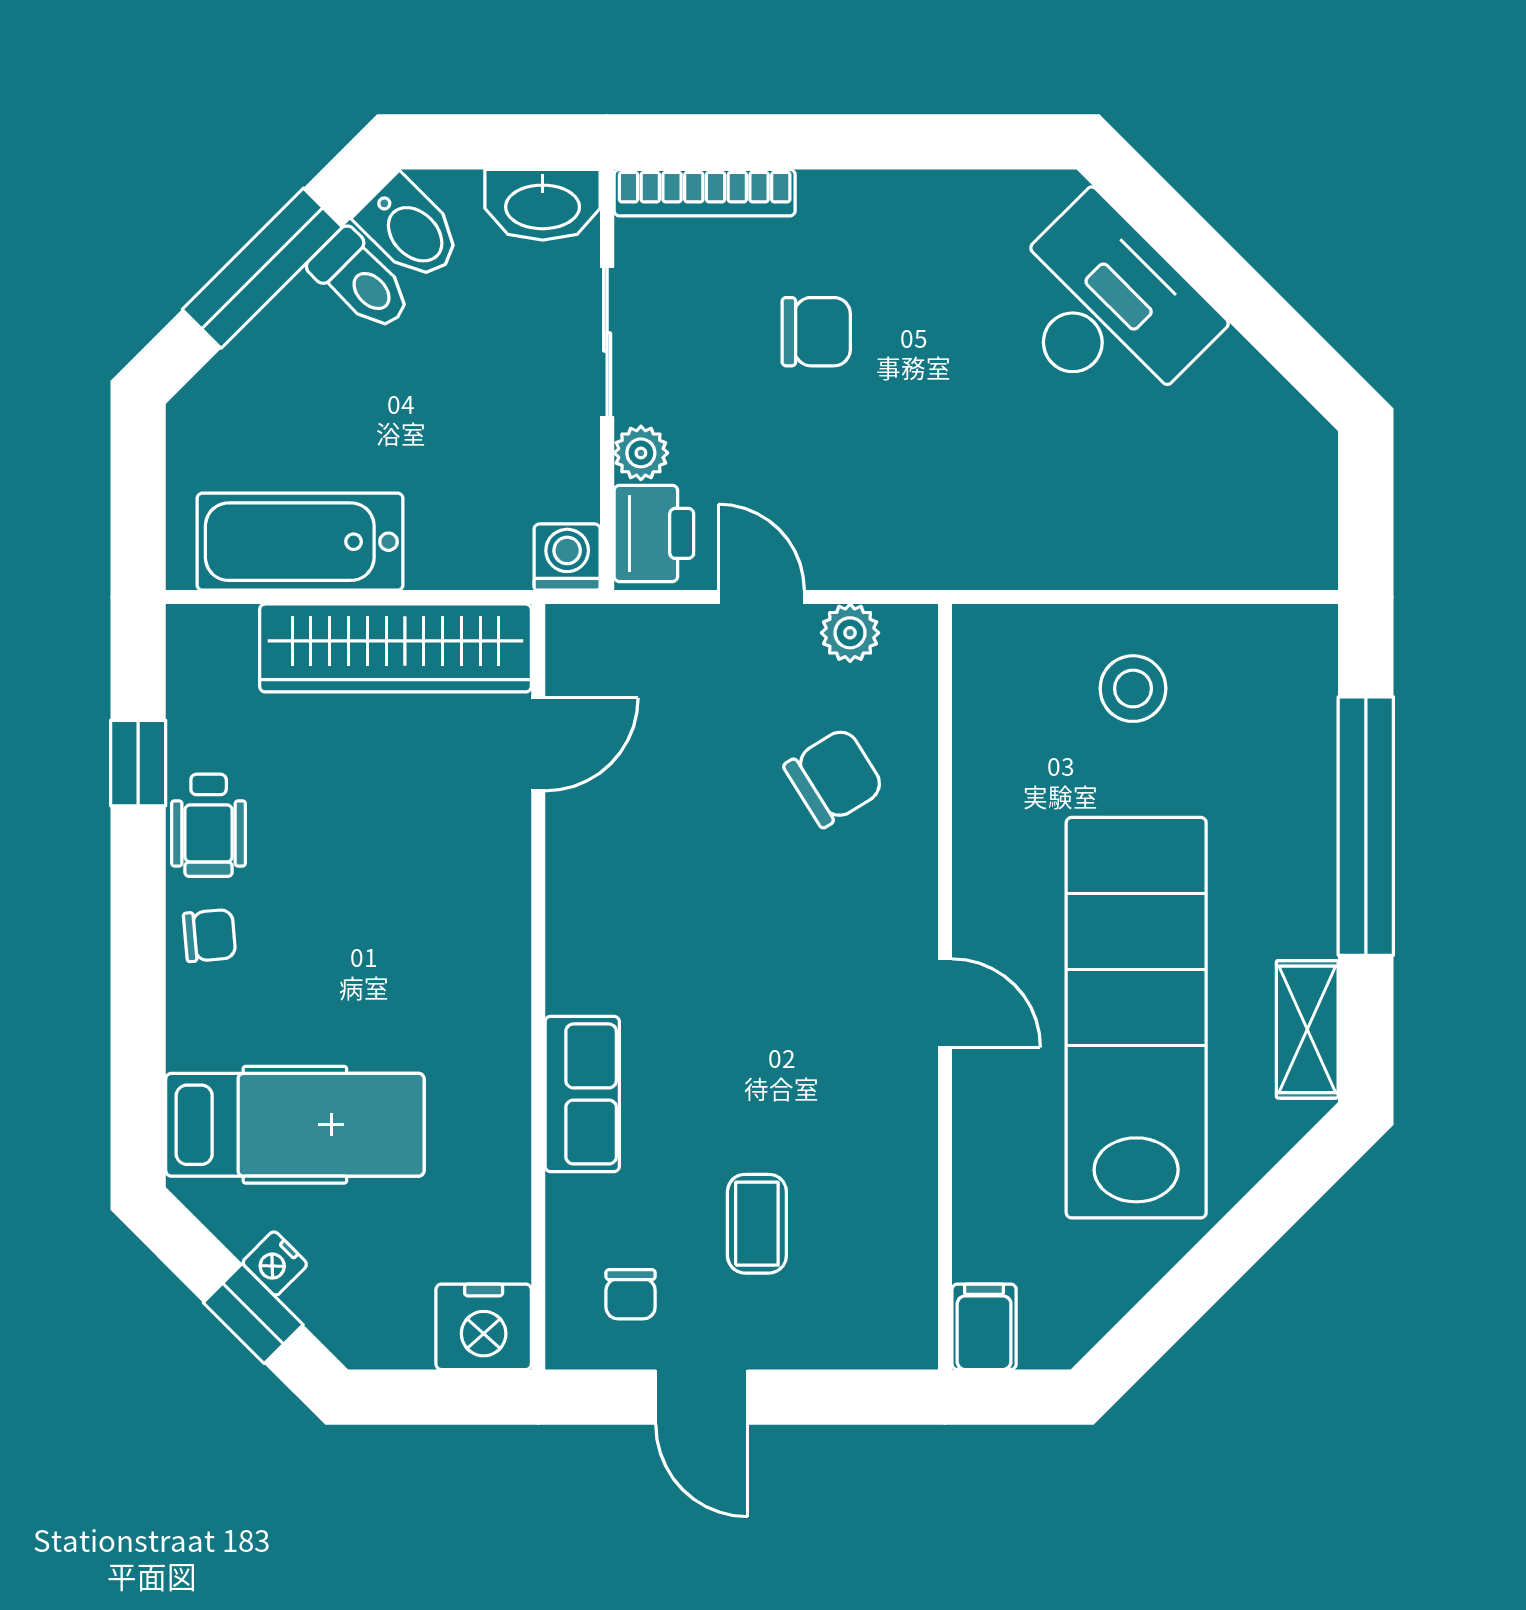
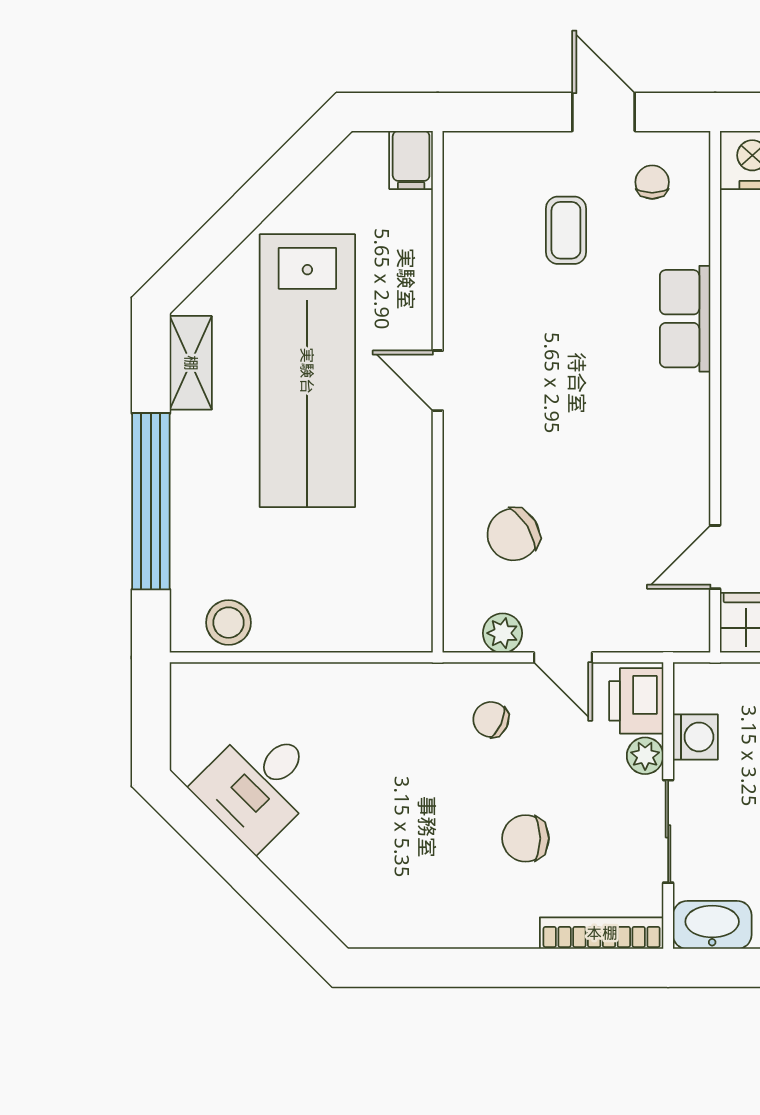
desk: (1107, 309) -> (258, 785), moved, width x0.73
chair: (867, 506) -> (491, 719), added
washing machine: (567, 557) -> (695, 737), moved, turned -90
stool: (1133, 689) -> (229, 623), moved

